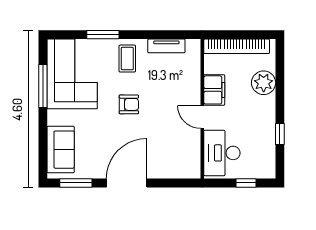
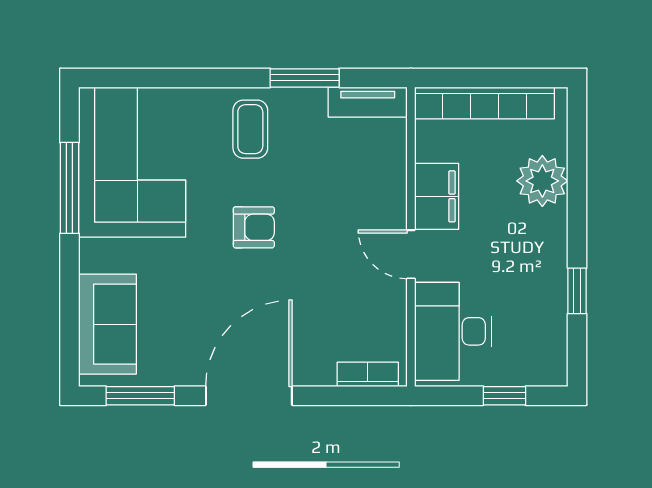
window: (103, 35) -> (305, 78), moved
tv unit: (166, 46) -> (368, 102), moved
bookcase: (182, 173) -> (368, 374), added

